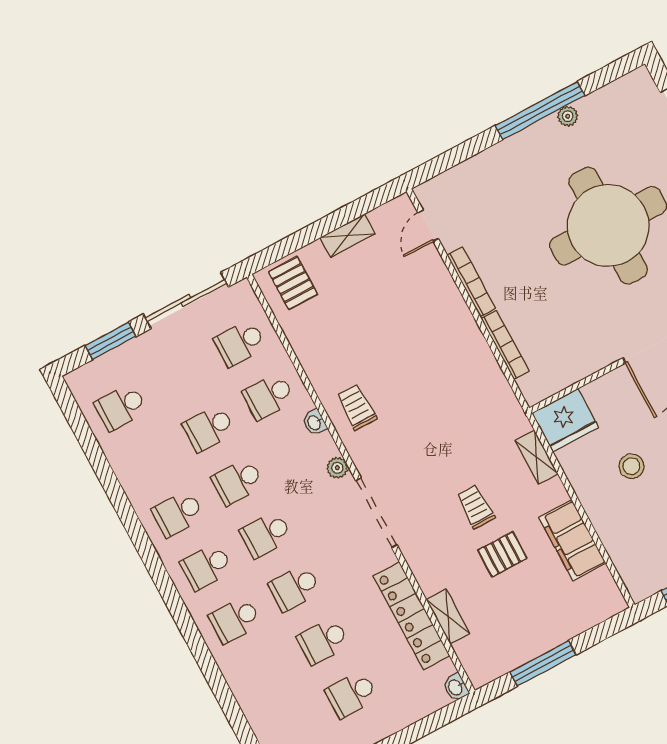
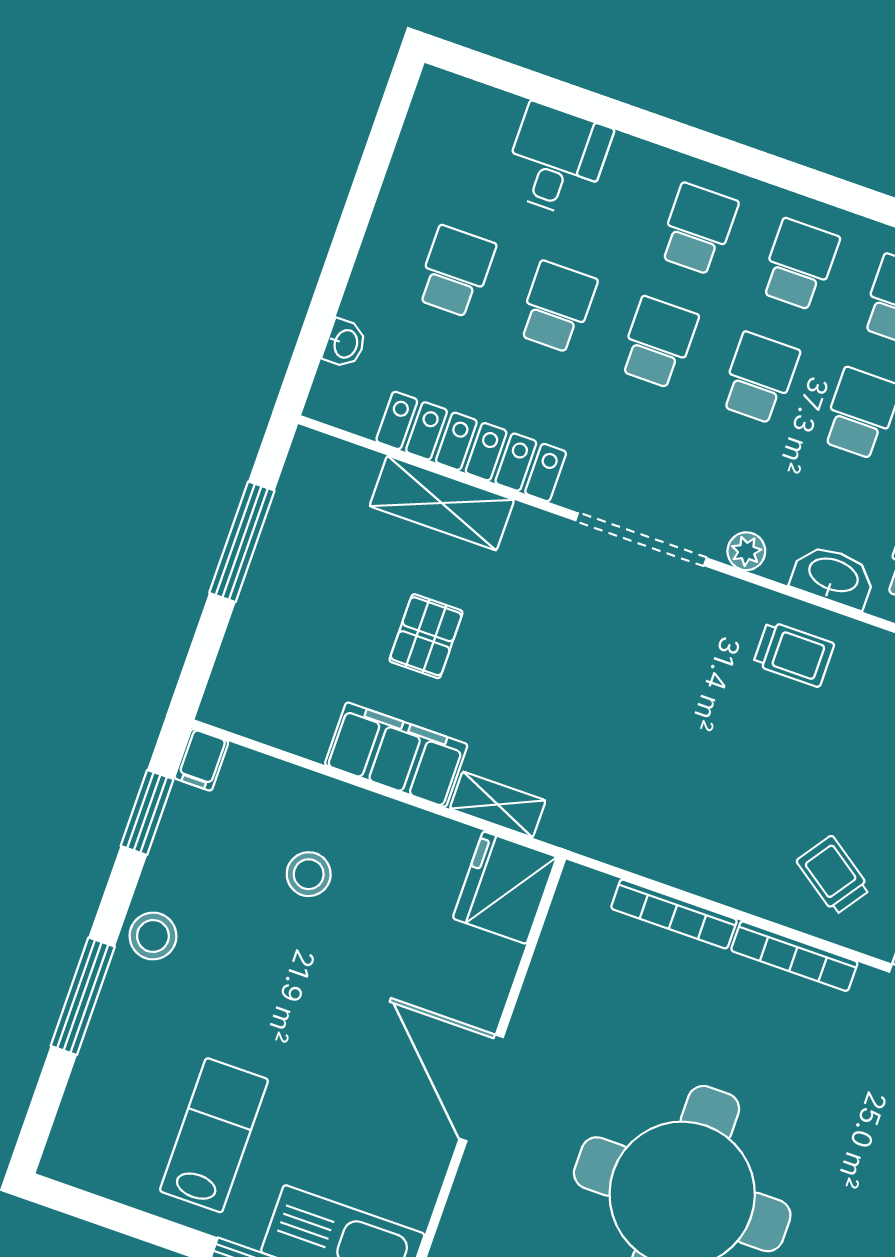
washbasin: (315, 423) -> (833, 576), width x1.91, depth x1.45
stool: (631, 466) -> (309, 874), moved
trolley: (476, 507) -> (833, 875), moved, turned -145
filing cabinet: (572, 540) -> (396, 755), moved
filing cabinet: (642, 588) -> (201, 760), added
shelving: (448, 616) -> (442, 503), width x1.50, depth x1.33
washbasin: (456, 687) -> (345, 344), moved, turned 90
desk: (267, 702) -> (557, 160), added

